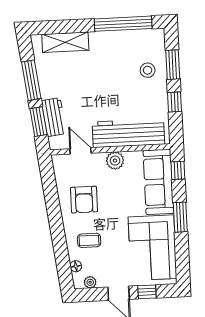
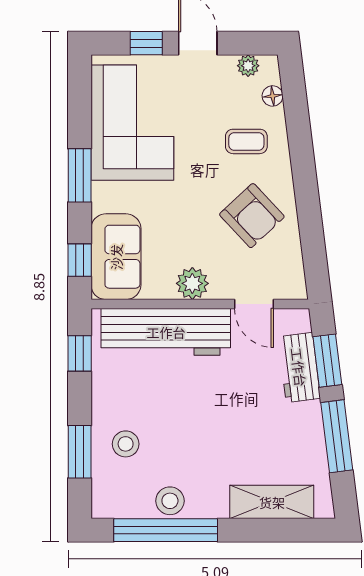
stool: (122, 40) -> (170, 501), added
window: (175, 102) -> (80, 353), moved
sofa: (158, 182) -> (116, 257), width x0.73
armchair: (84, 200) -> (252, 216), turned 137

